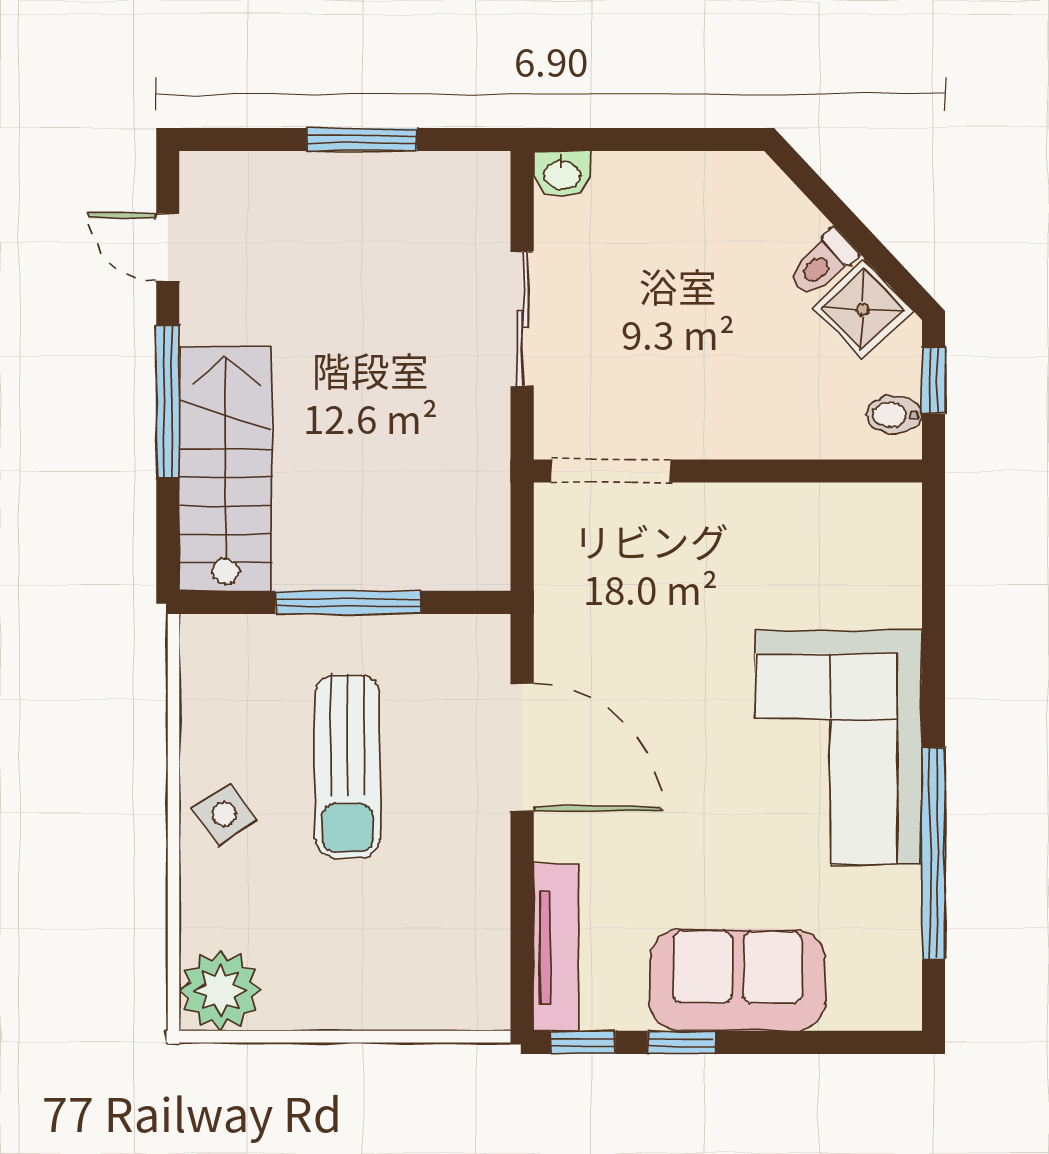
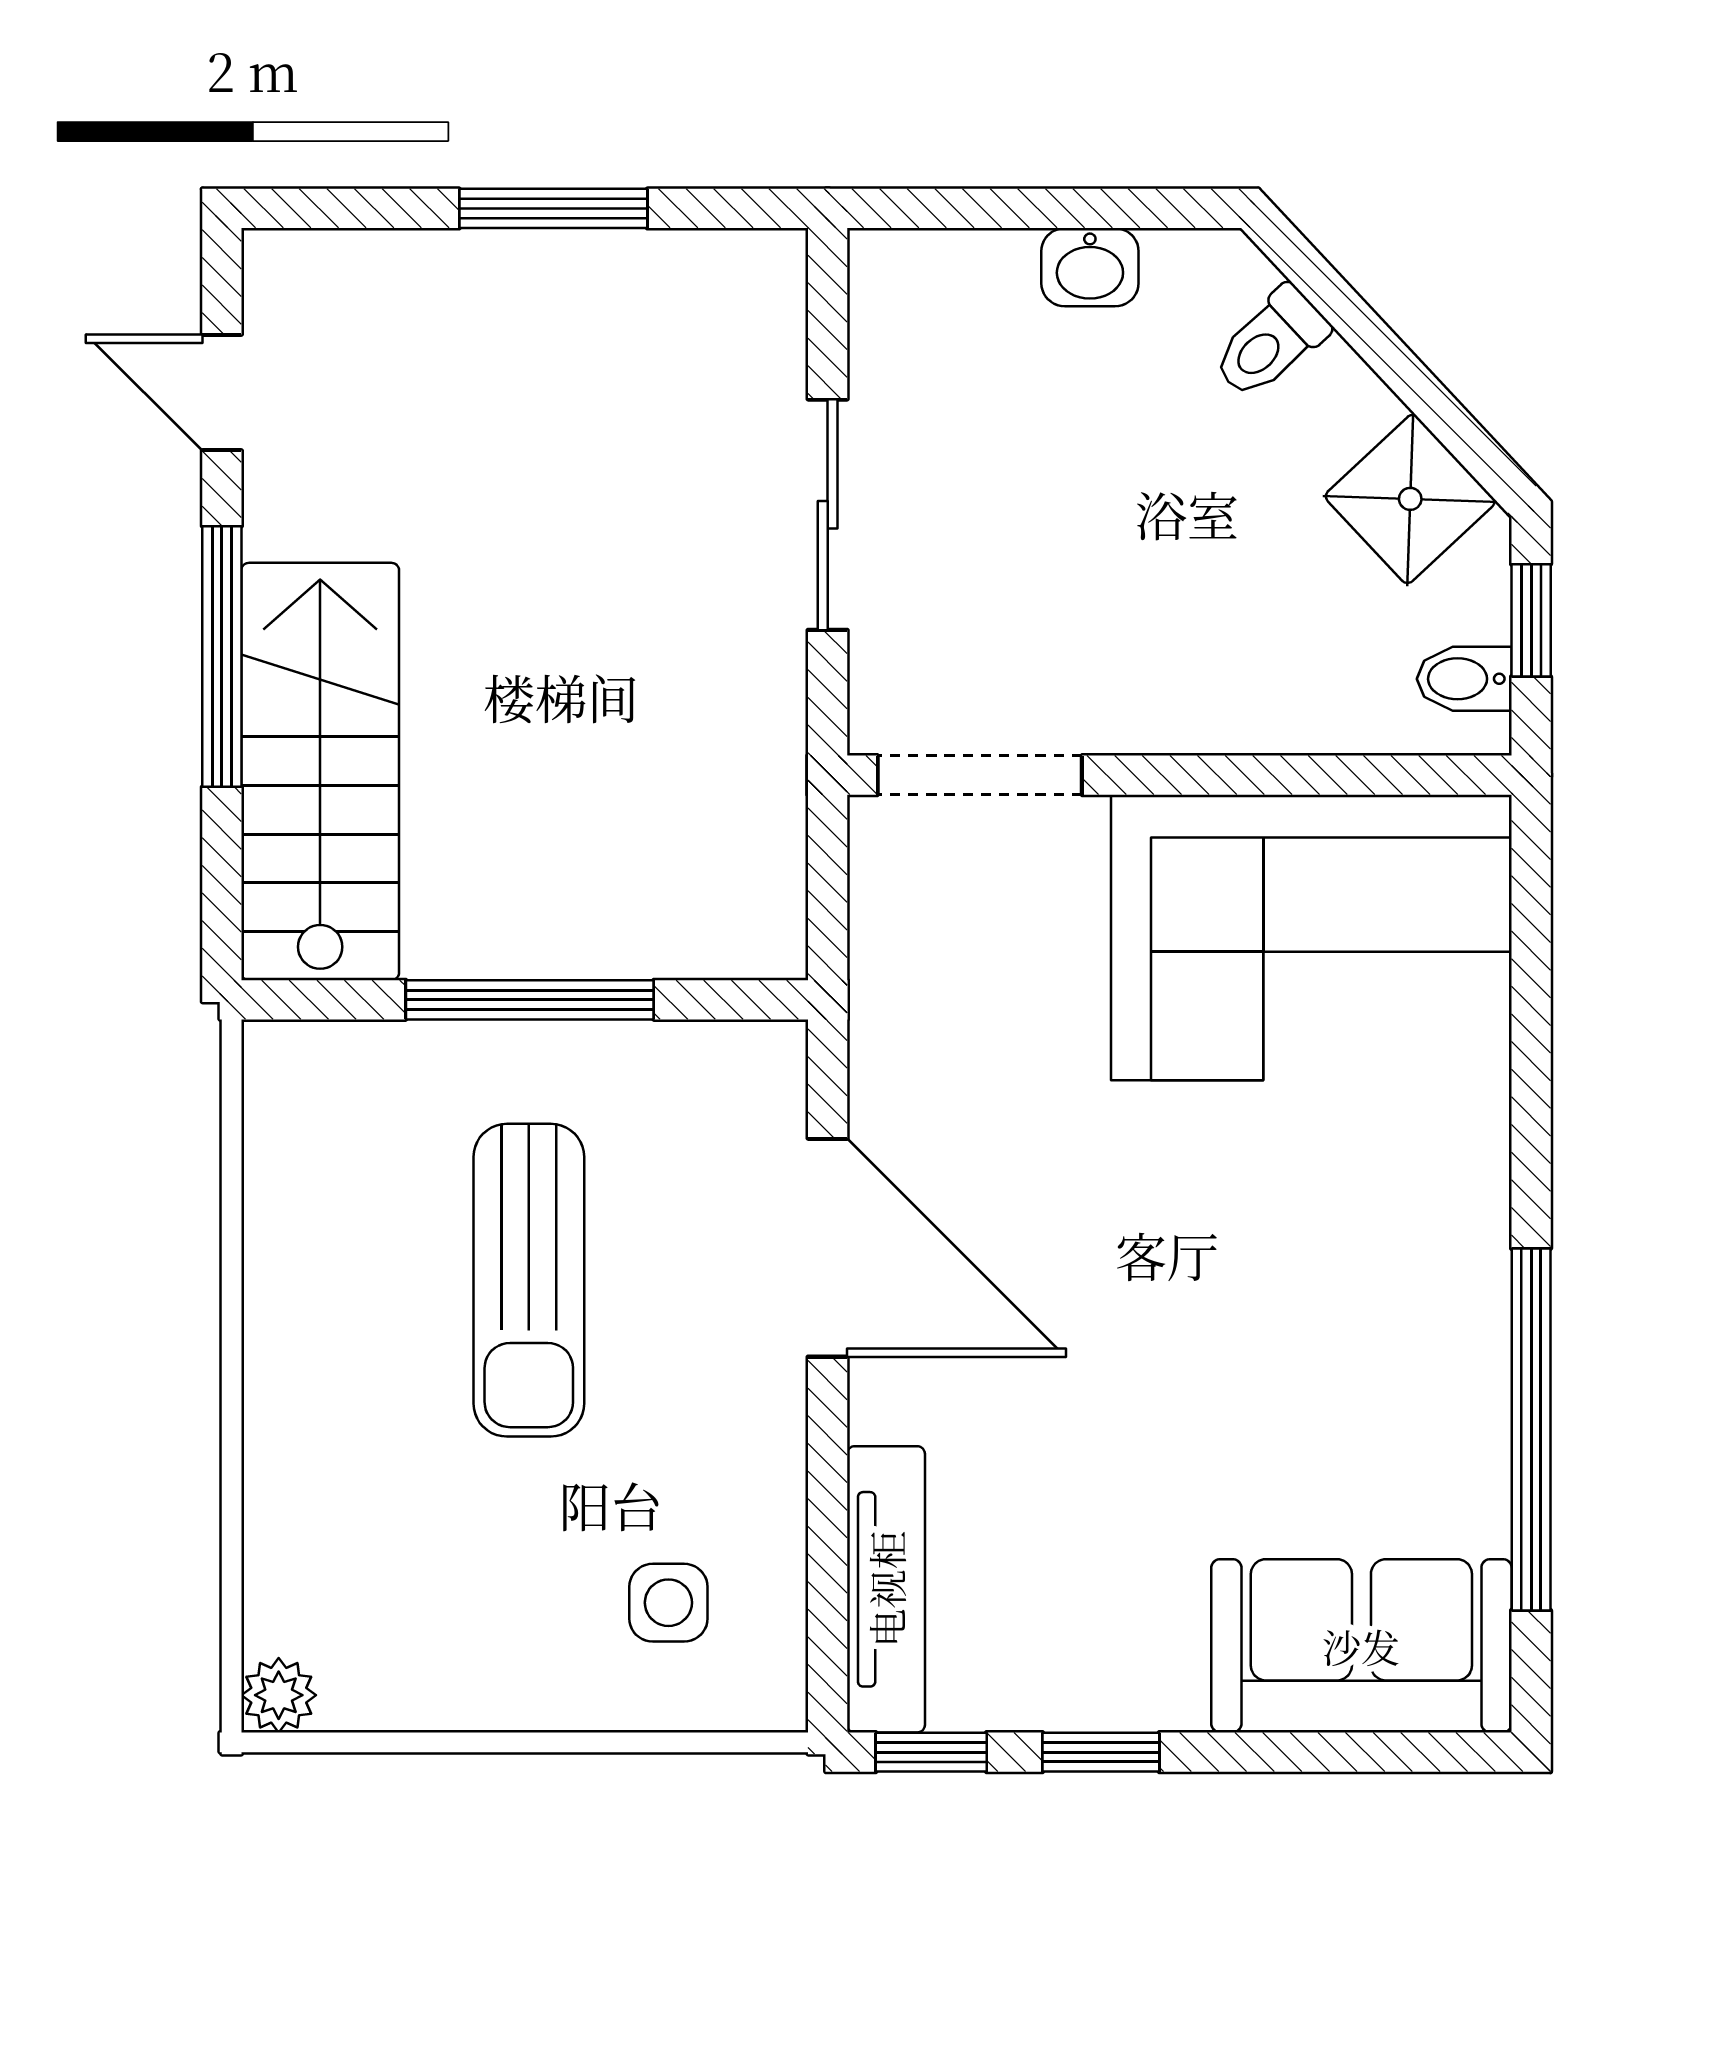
washbasin: (562, 174) -> (1090, 267), moved
toilet: (823, 263) -> (1270, 343), moved
corner sofa: (839, 747) -> (1311, 938), moved, turned -90
side table: (224, 814) -> (668, 1603), moved, turned 34
sofa: (738, 980) -> (1361, 1646), moved
plant: (220, 990) -> (279, 1695), width x0.53, depth x0.53

